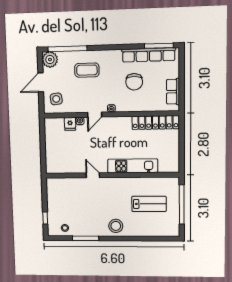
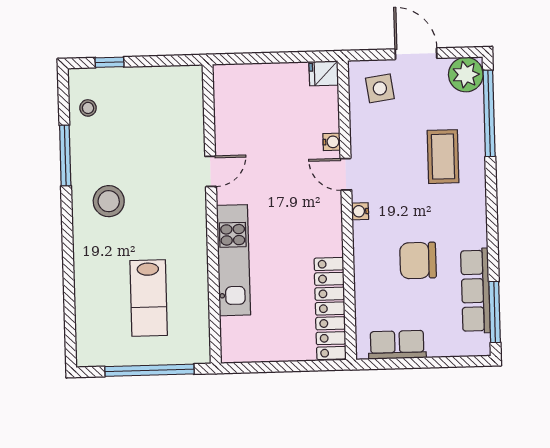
row of seats: (149, 55) -> (475, 291), width x0.73
fridge: (70, 124) -> (324, 73), moved
stool: (116, 226) -> (109, 201), moved

